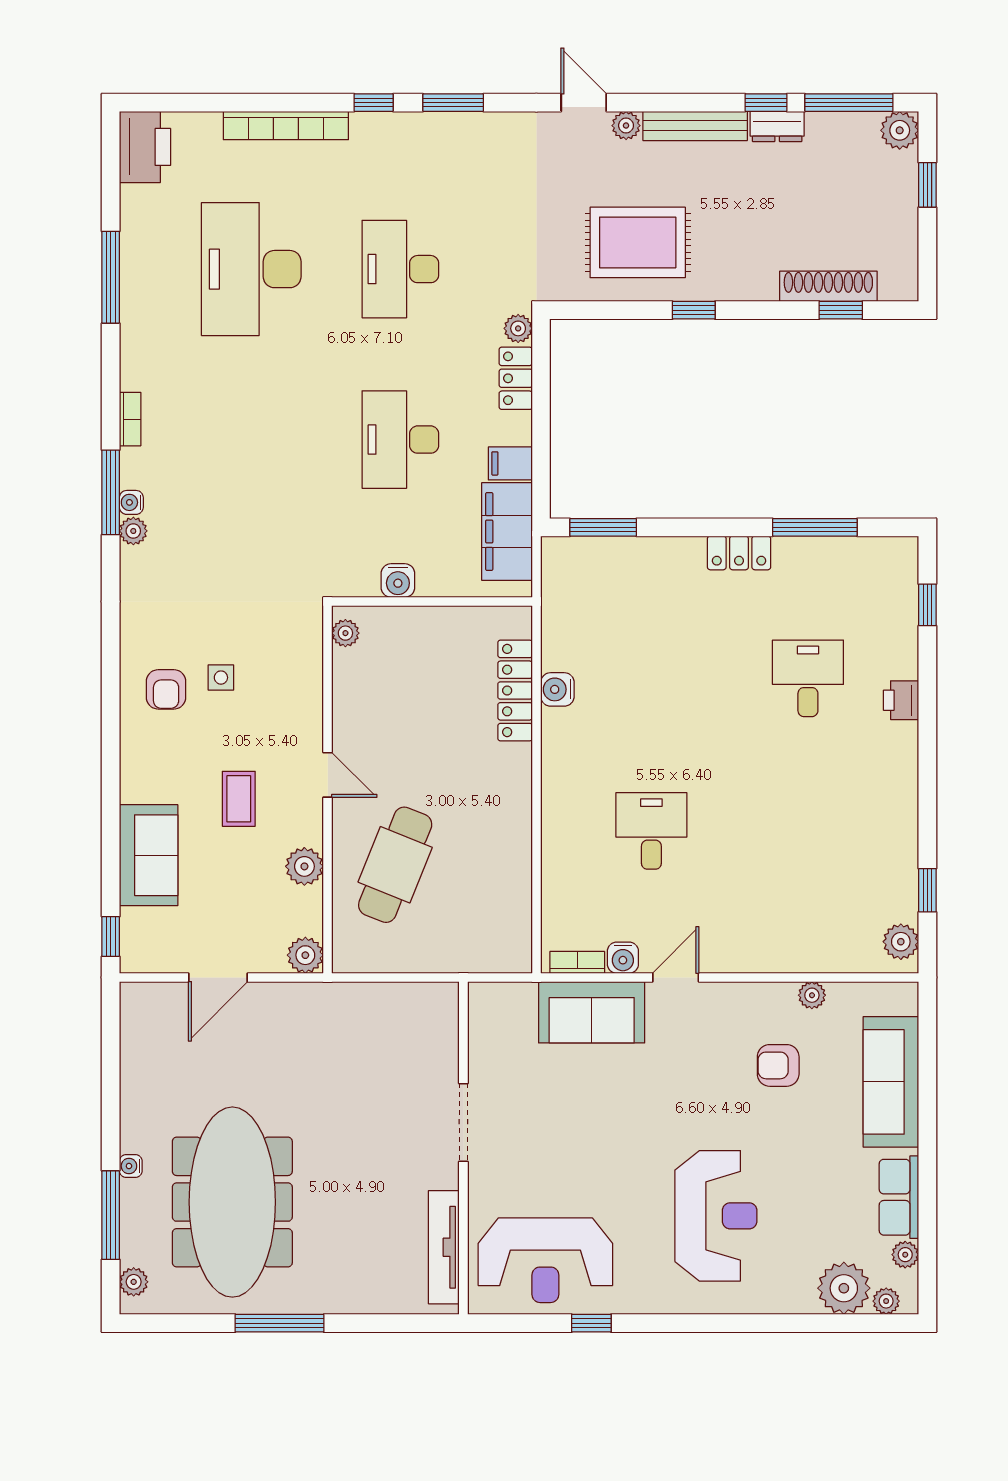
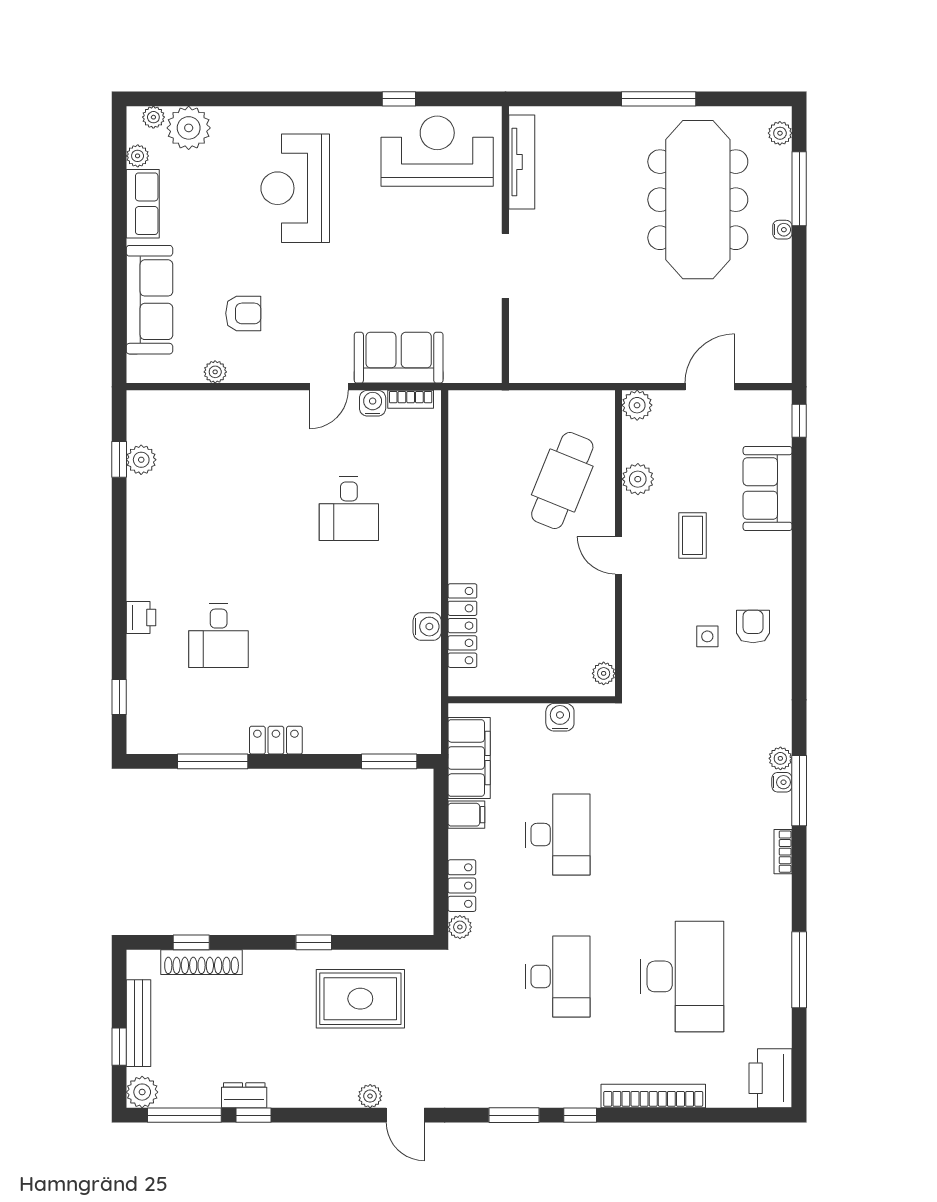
bench: (695, 126) -> (138, 1023), moved, turned 90
plant: (901, 942) -> (141, 460), moved

